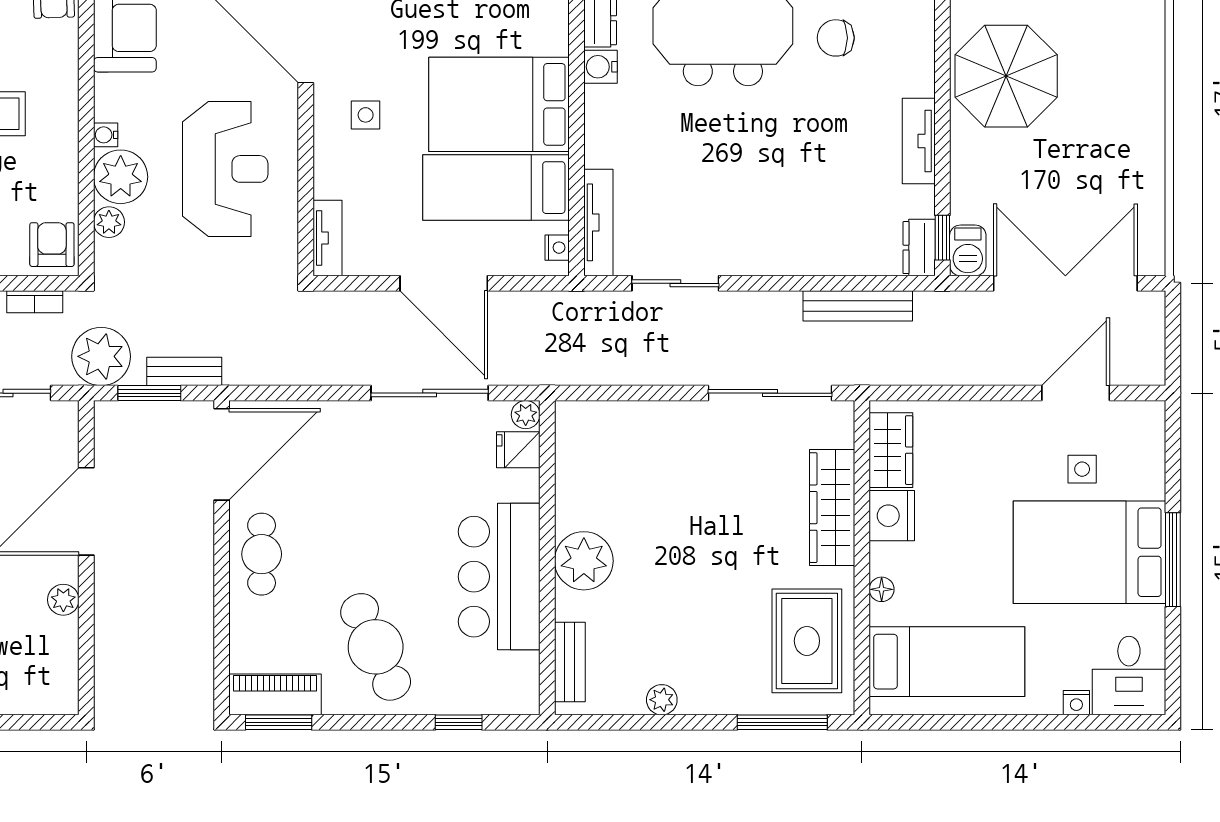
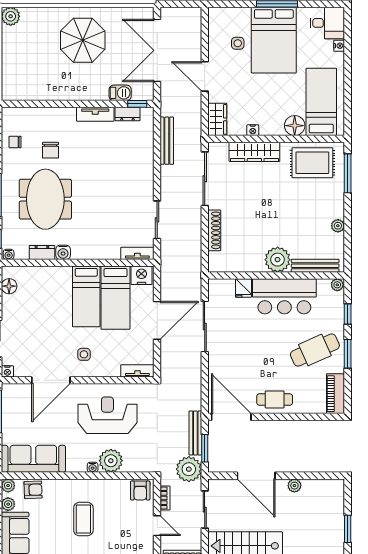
parasol: (1006, 76) -> (83, 40), moved
bed: (499, 104) -> (86, 296), width x0.67
plant: (109, 222) -> (131, 466), removed
tv unit: (598, 222) -> (137, 253), width x0.71
armchair: (52, 245) -> (140, 491), turned -90
nightstand: (557, 248) -> (142, 275), width x1.89, depth x1.79
dresser: (919, 248) -> (127, 114), moved
barbecue: (968, 250) -> (120, 93), moved
bench: (184, 371) -> (195, 433), width x1.36
door: (1076, 393) -> (205, 76), moved
plant: (526, 415) -> (337, 285), moved
shoe rack: (651, 415) -> (214, 230), added
fridge: (518, 450) -> (243, 288), moved
wardrobe: (891, 450) -> (217, 119), moved, turned 90
nightstand: (892, 516) -> (253, 130), width x0.53, depth x0.56
floor lamp: (882, 589) -> (295, 126), width x1.89, depth x1.89
bench: (570, 662) -> (315, 266), width x1.36
window: (279, 722) -> (348, 354), moved

